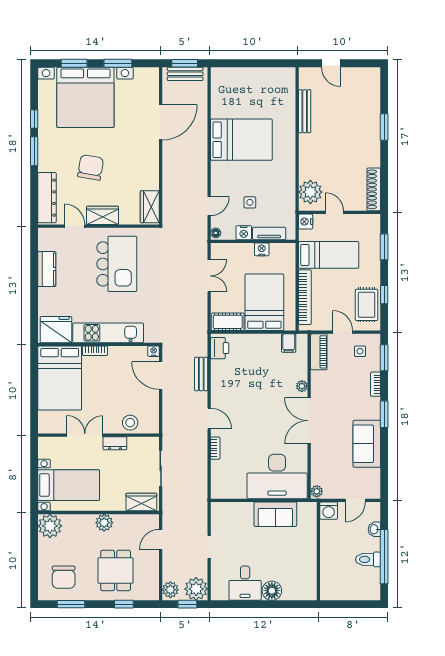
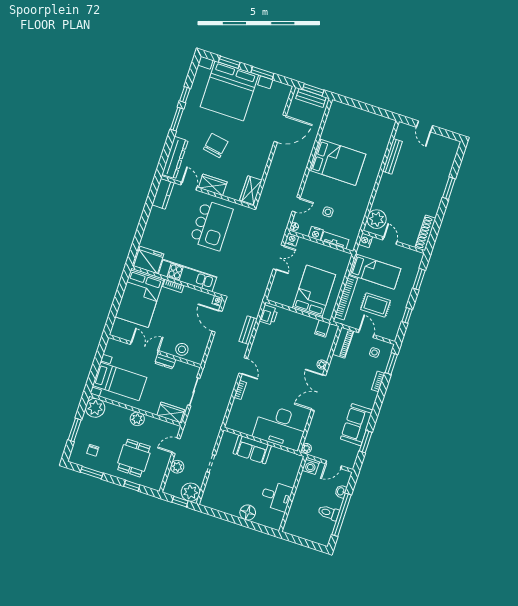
nightstand: (262, 249) -> (292, 240), moved
kitchen counter: (47, 269) -> (163, 194), moved
rug: (367, 305) -> (376, 305), moved, turned 90
cot: (228, 322) -> (281, 297), removed
window: (384, 414) -> (366, 442), moved
sofa: (275, 514) -> (252, 450), moved
window: (34, 560) -> (75, 430), added
chair: (64, 577) -> (93, 450), width x0.54, depth x0.54
desk: (245, 583) -> (276, 496), moved, turned -90
plant: (170, 590) -> (177, 467), moved

